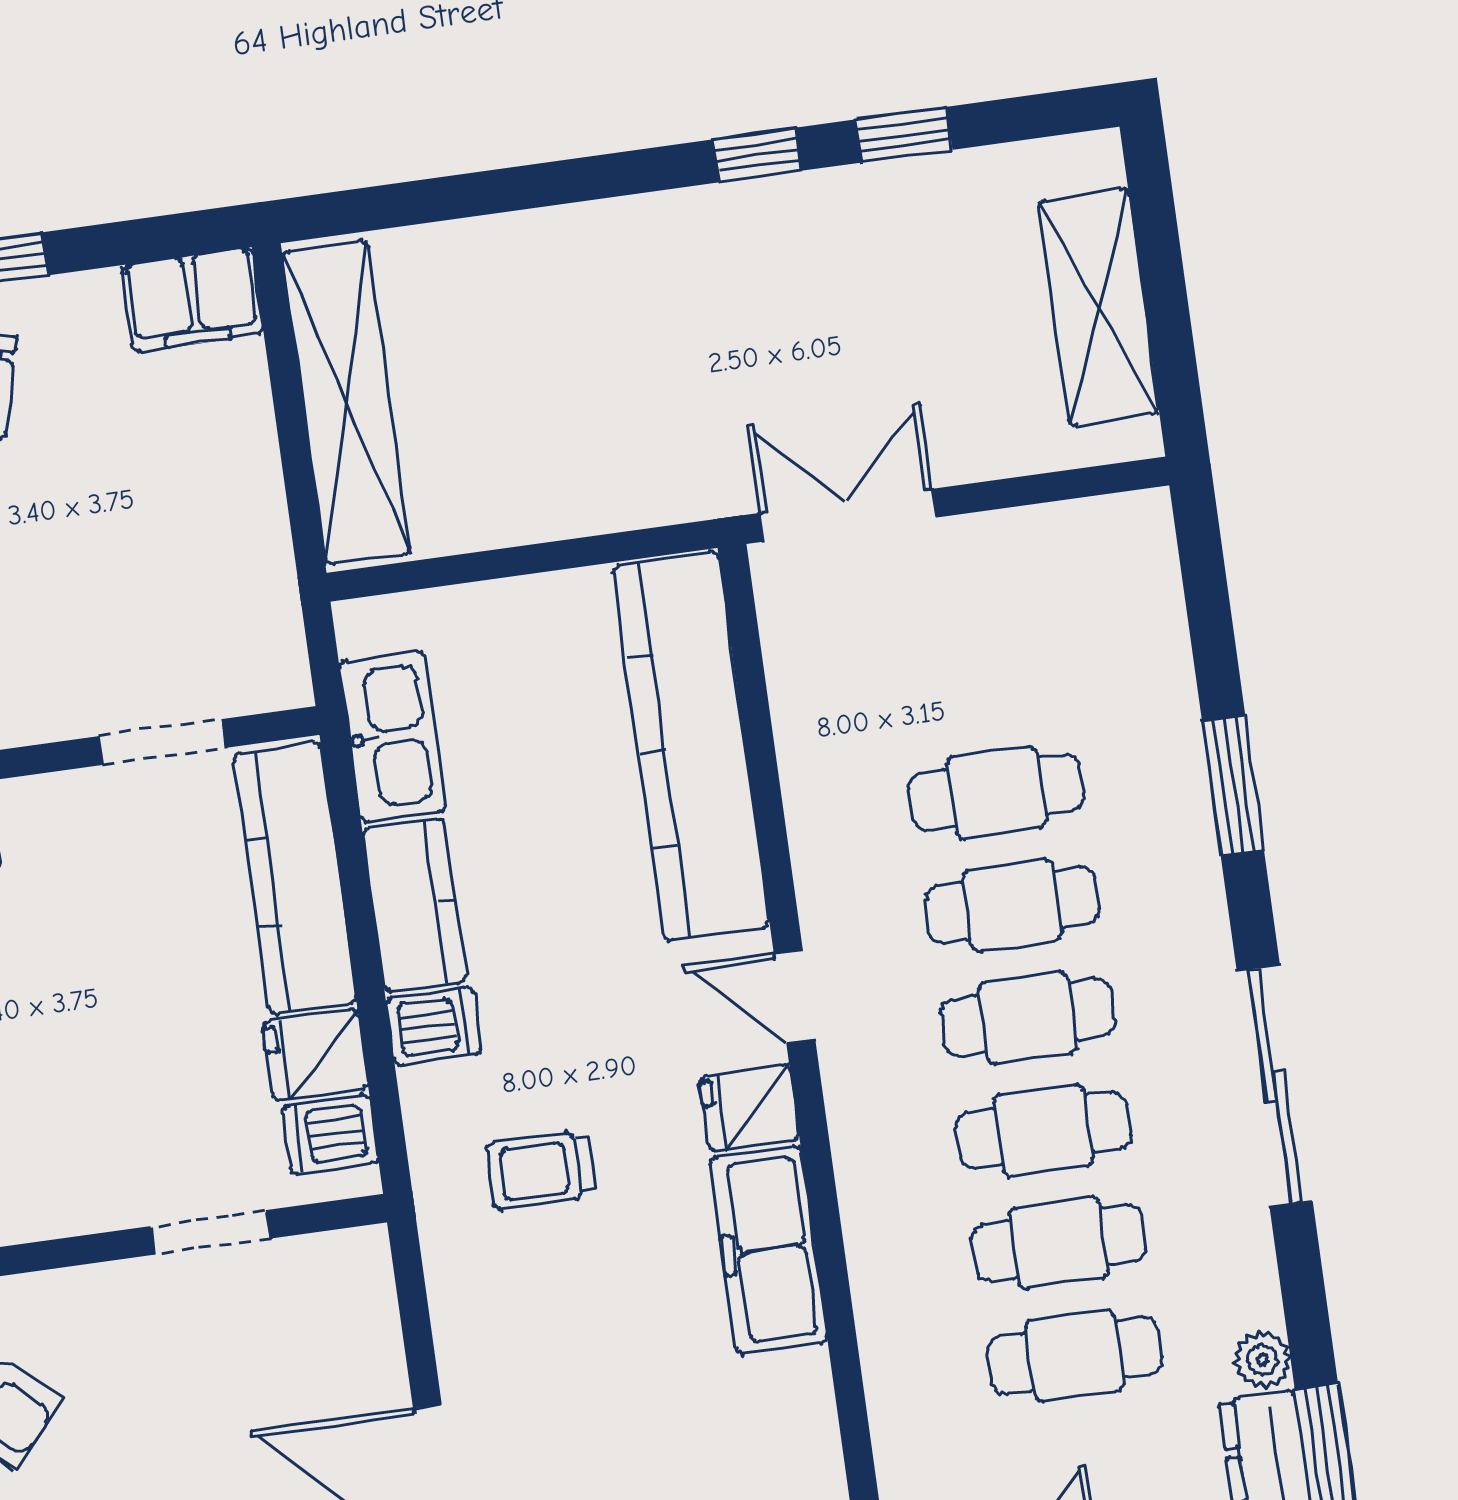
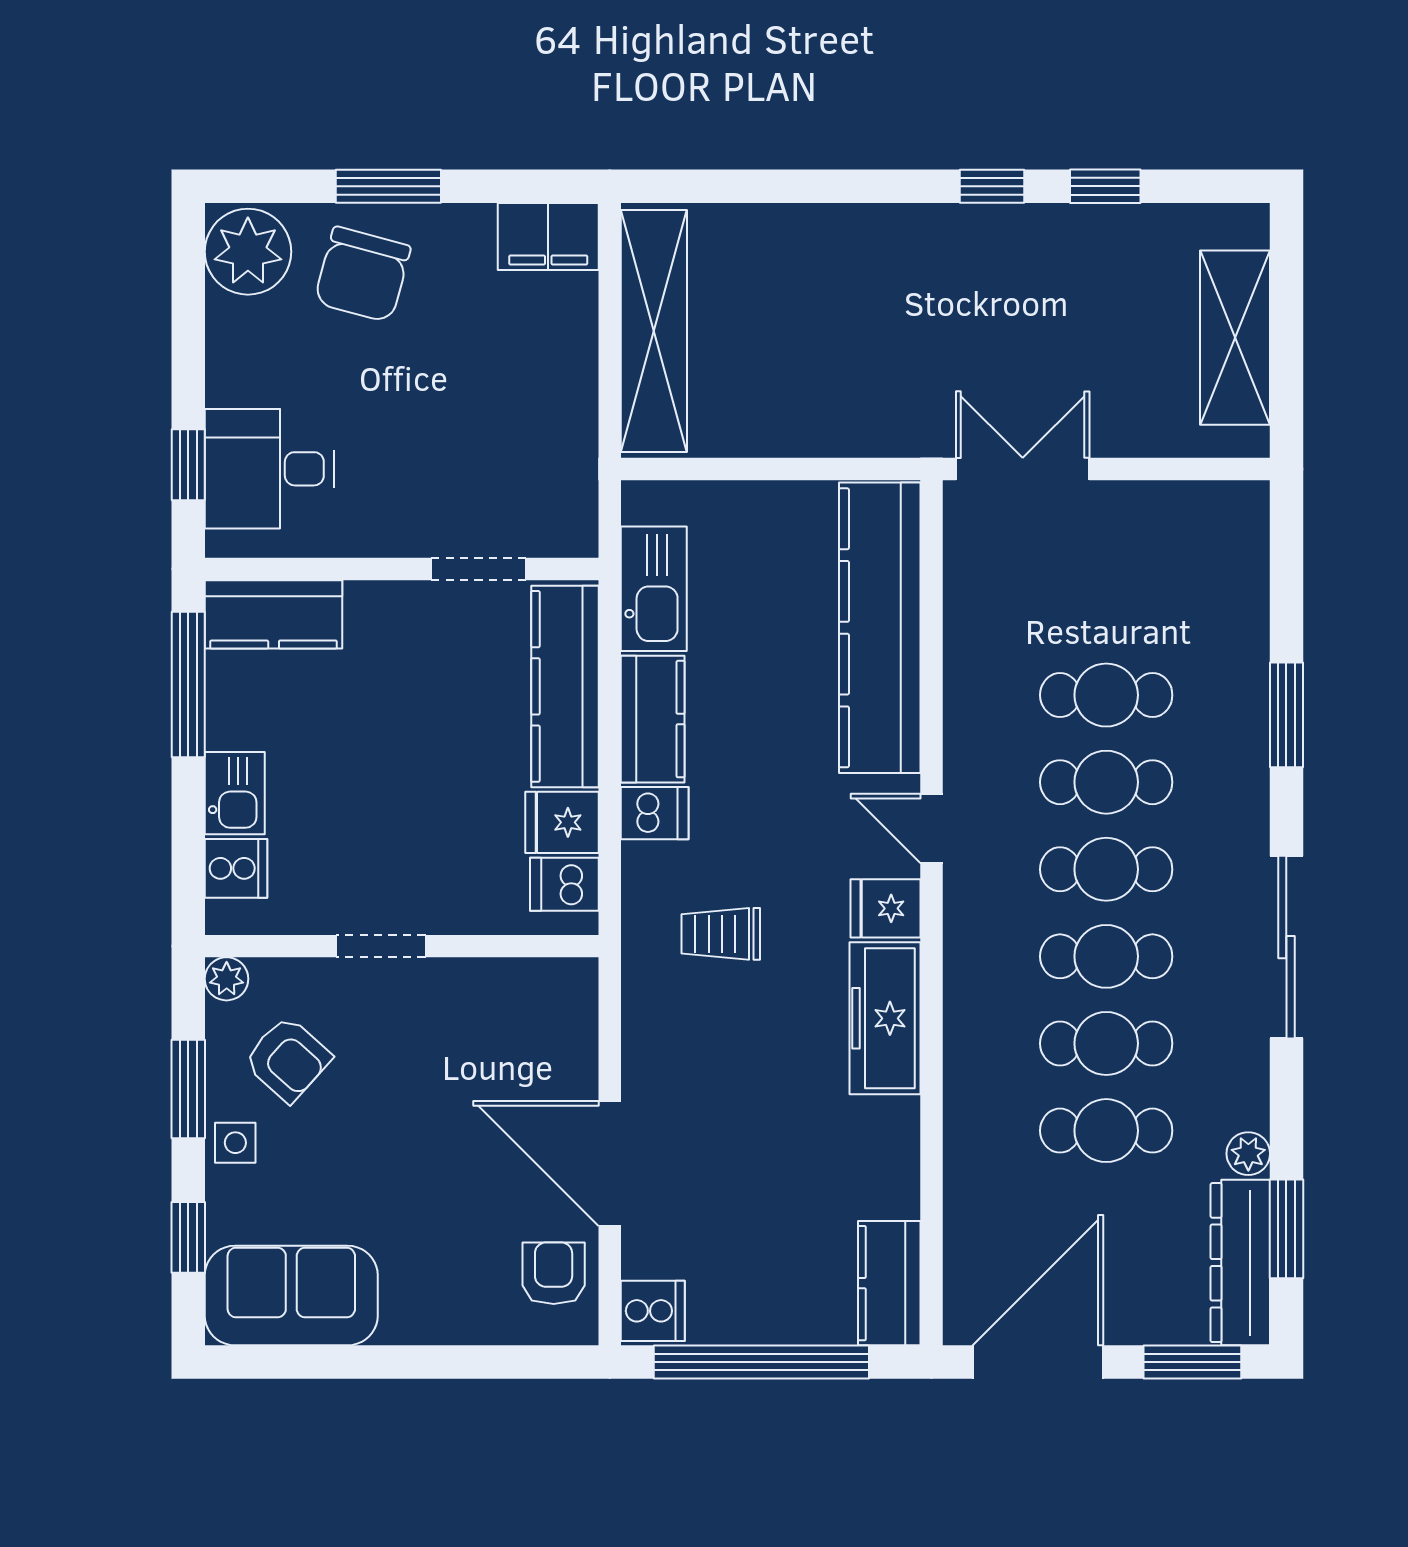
doorway: (210, 1232) -> (381, 946), moved

